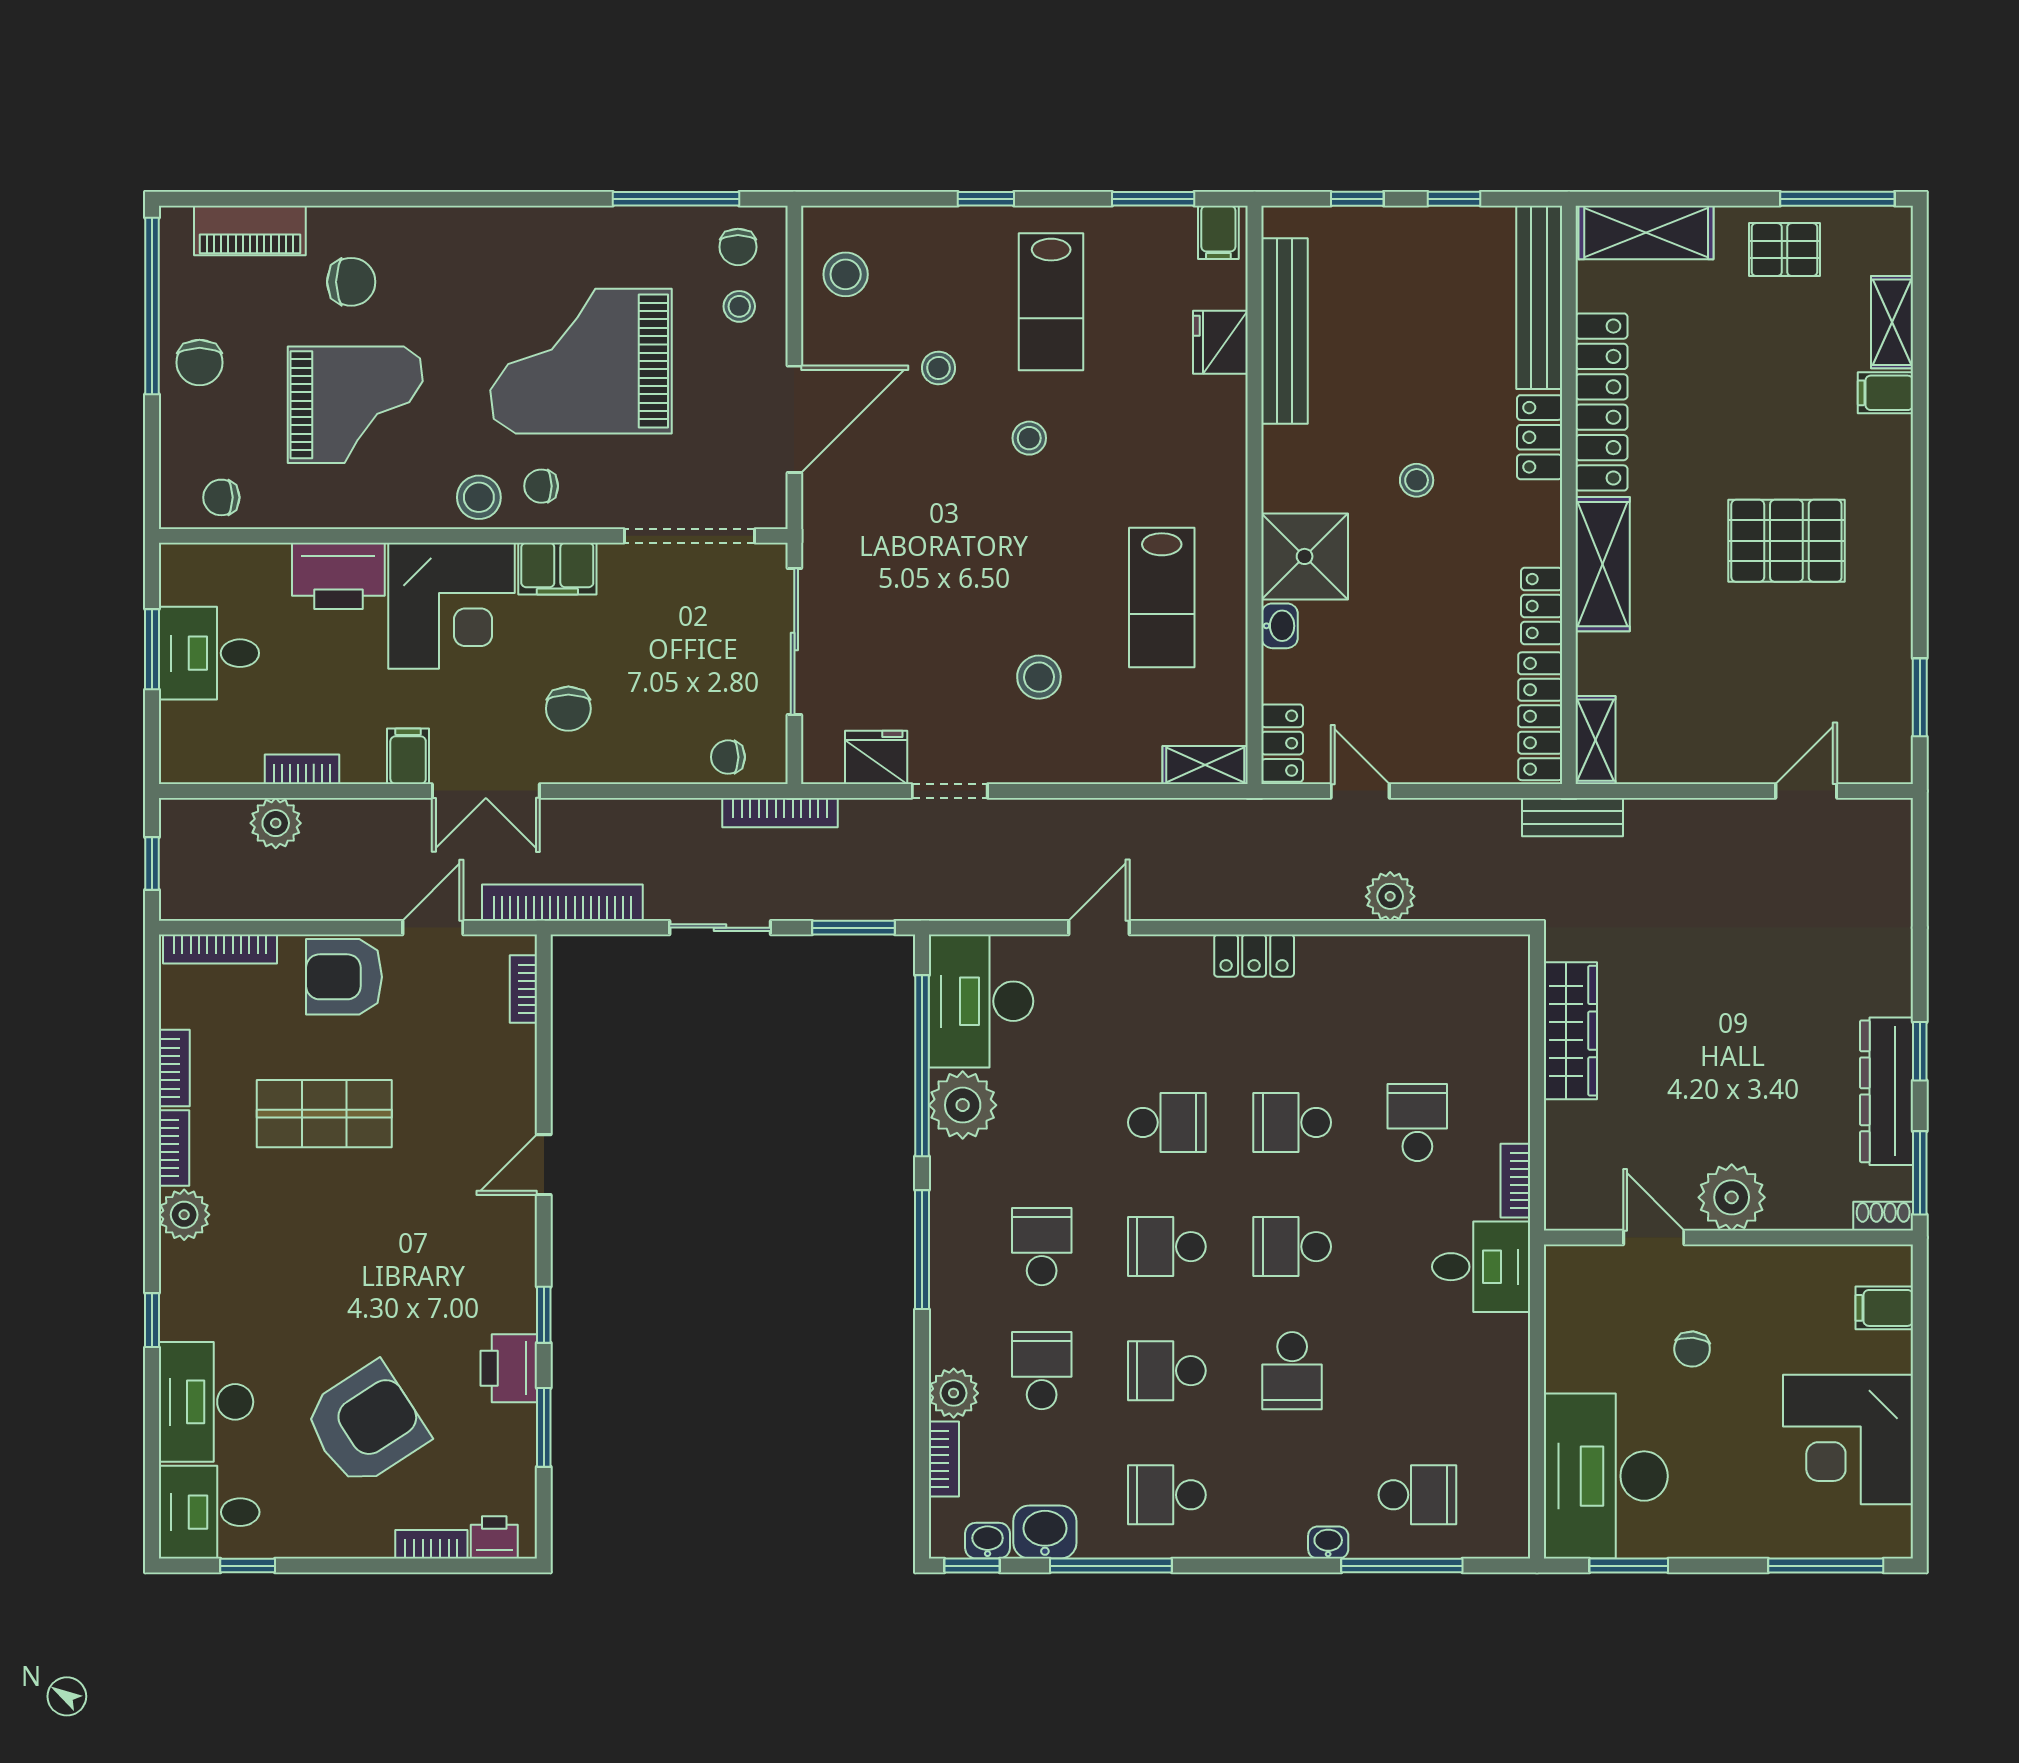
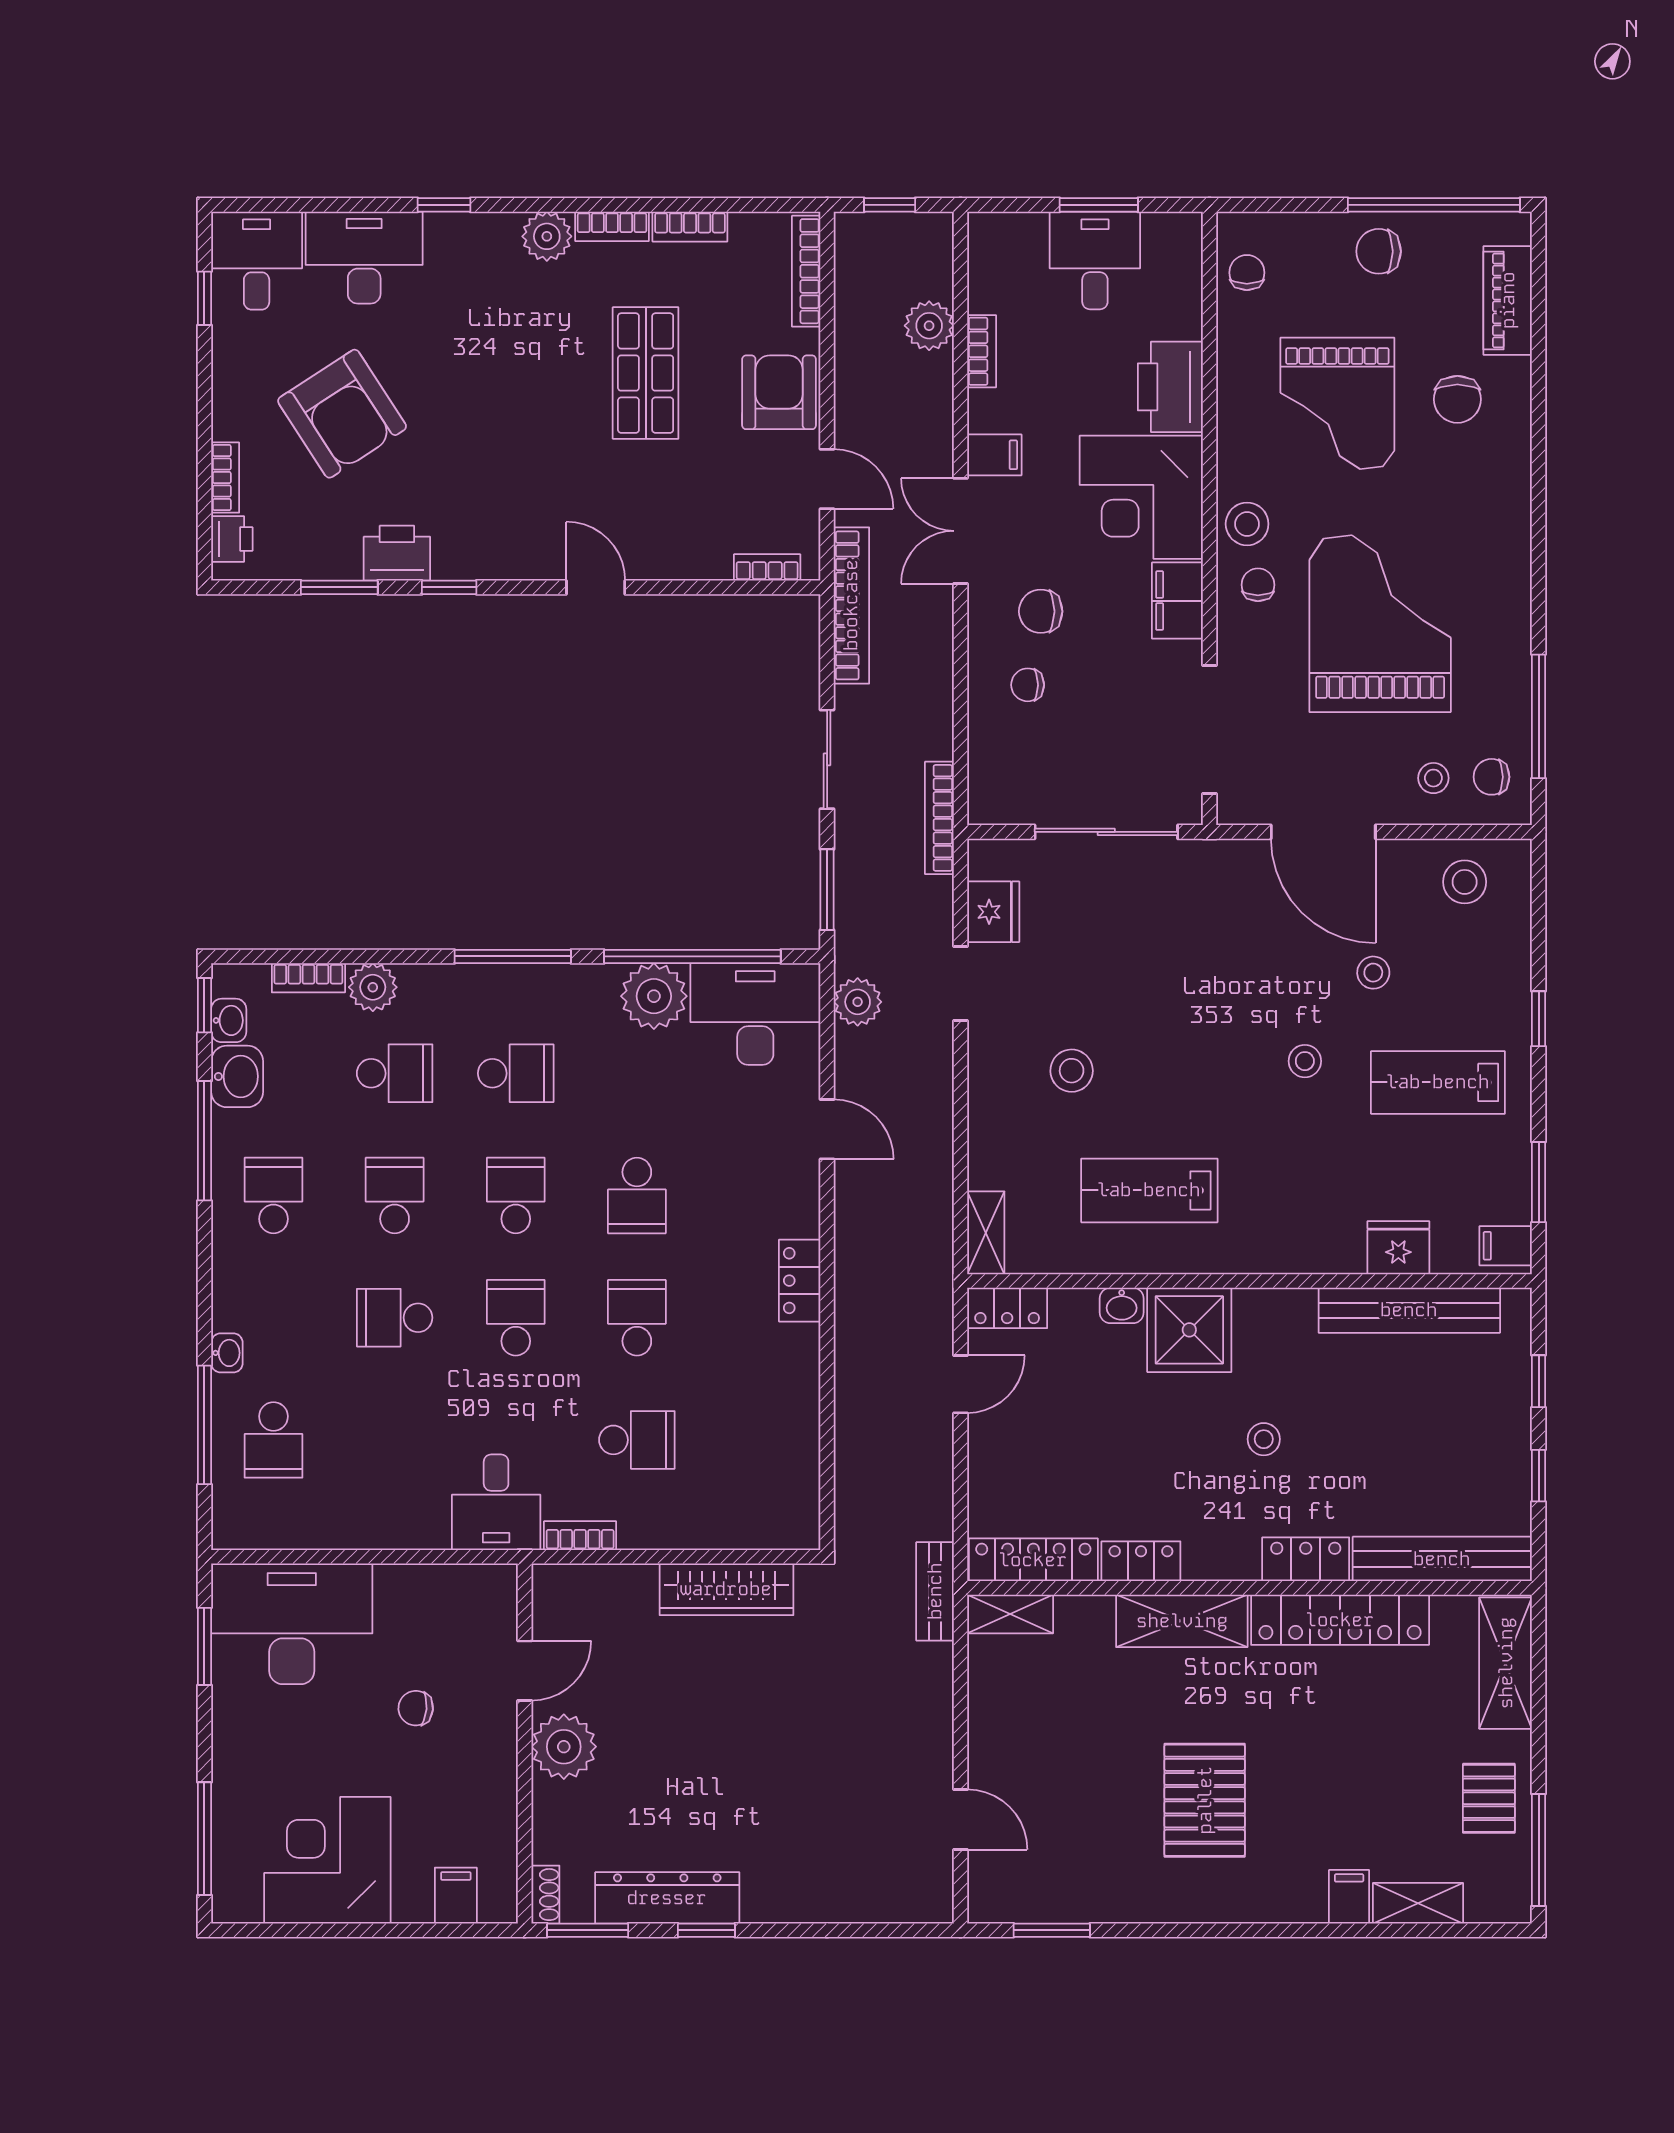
chair: (728, 757) -> (1028, 685), moved, turned -90
plant: (1390, 896) -> (858, 1002), moved

